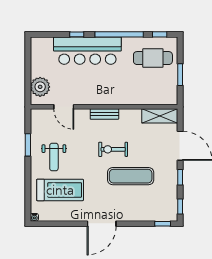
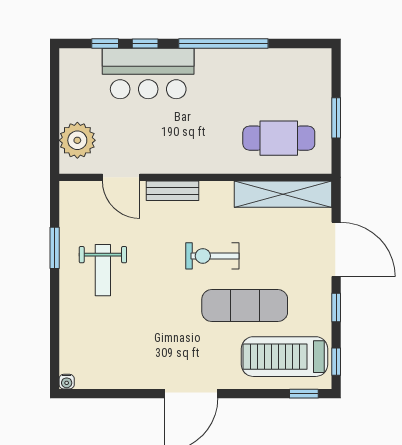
window: (160, 34) -> (105, 43), moved
bar counter: (87, 51) -> (148, 73), width x0.73
cafe table: (153, 58) -> (279, 138), moved
bench: (104, 114) -> (172, 191), moved
shelving: (160, 116) -> (283, 194), width x1.47
treadmill: (60, 190) -> (284, 357), moved, turned 180

